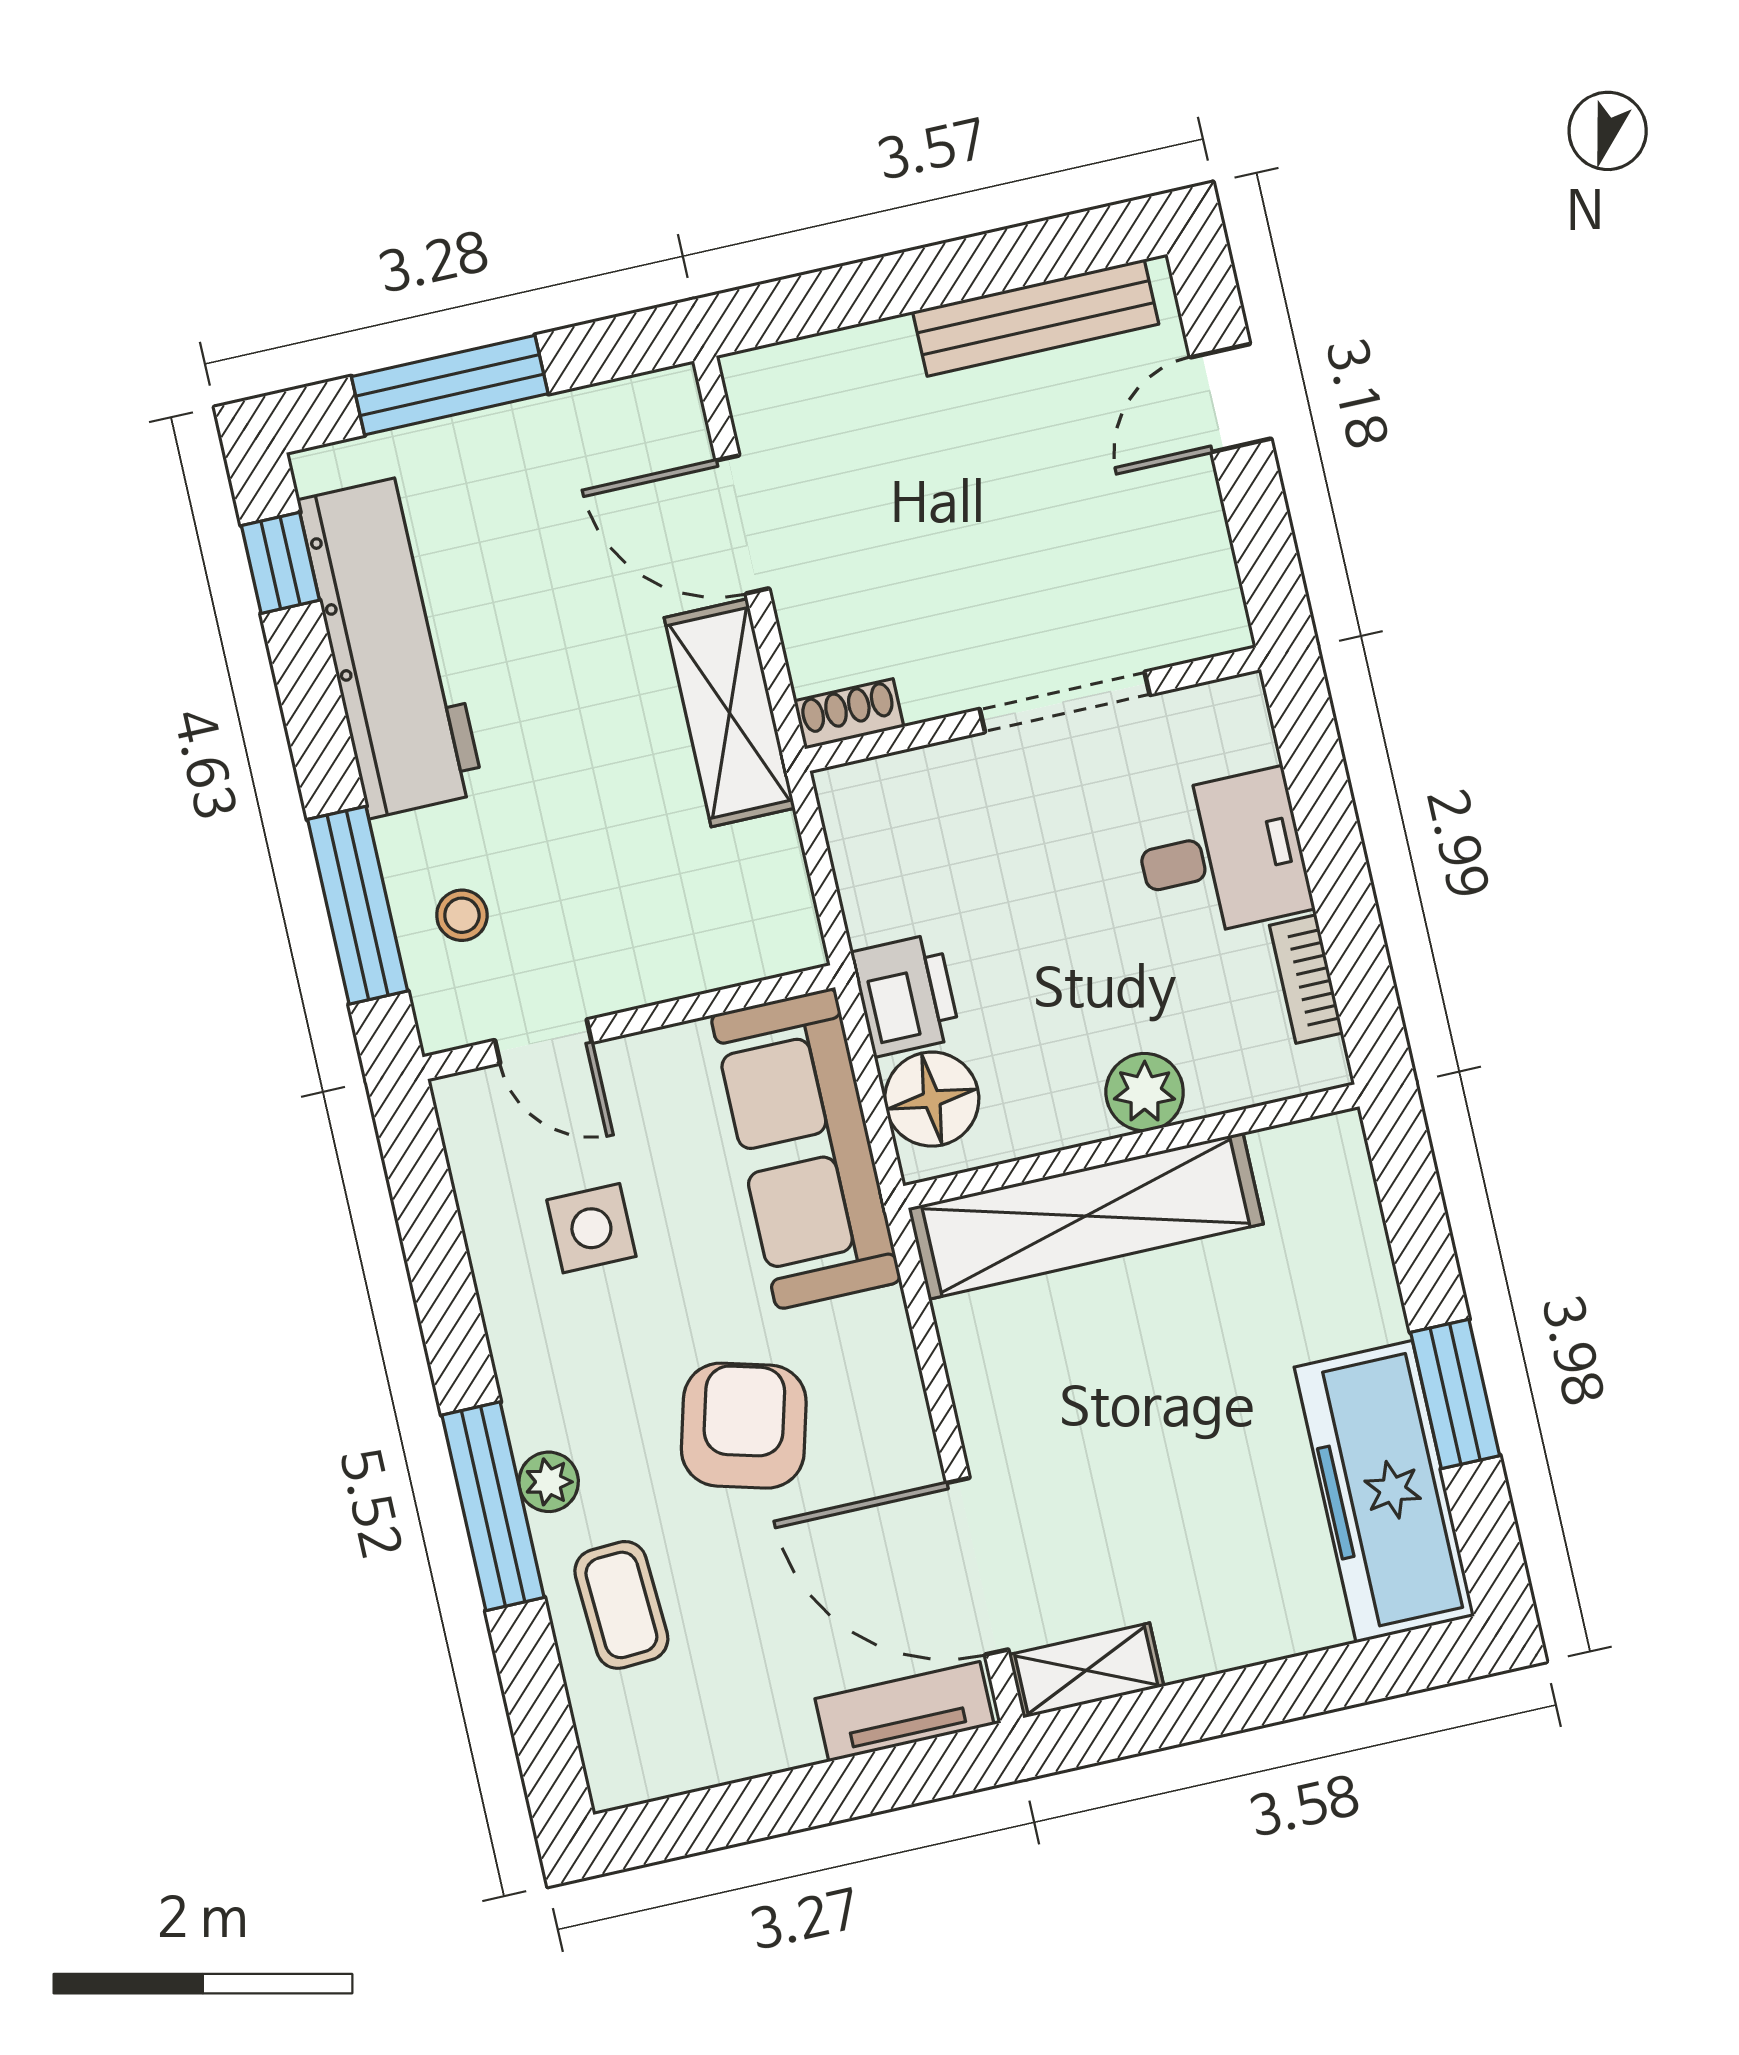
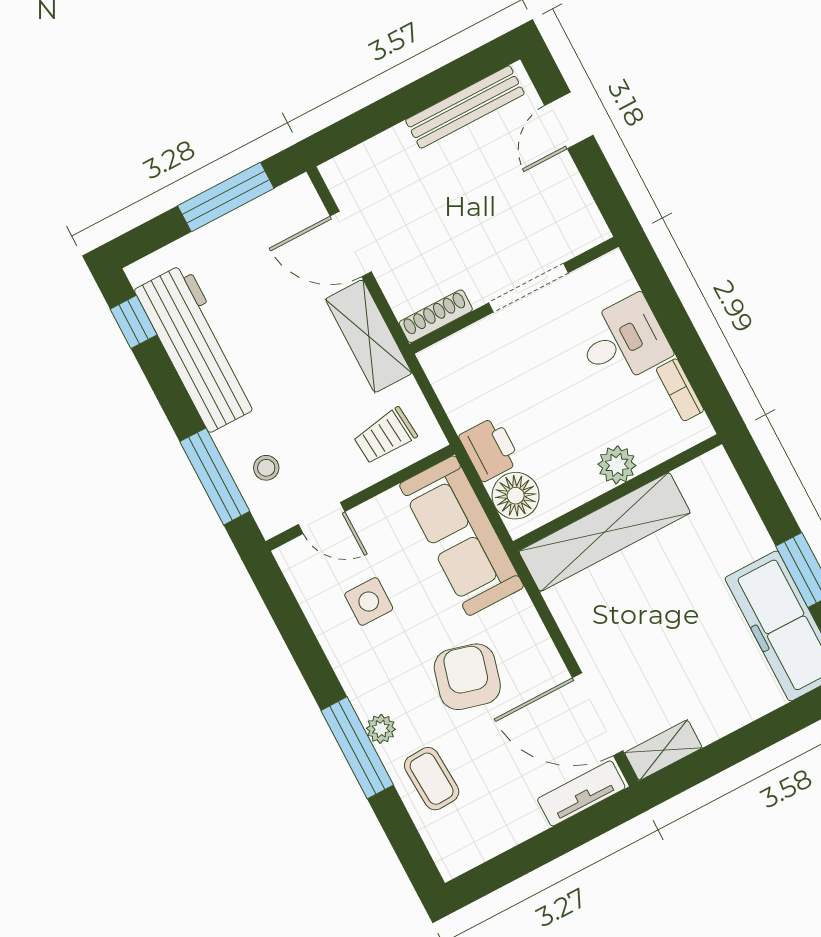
window: (450, 385) -> (226, 197), moved
shoe rack: (849, 714) -> (436, 316), width x1.43
trolley: (709, 915) -> (385, 436), added

